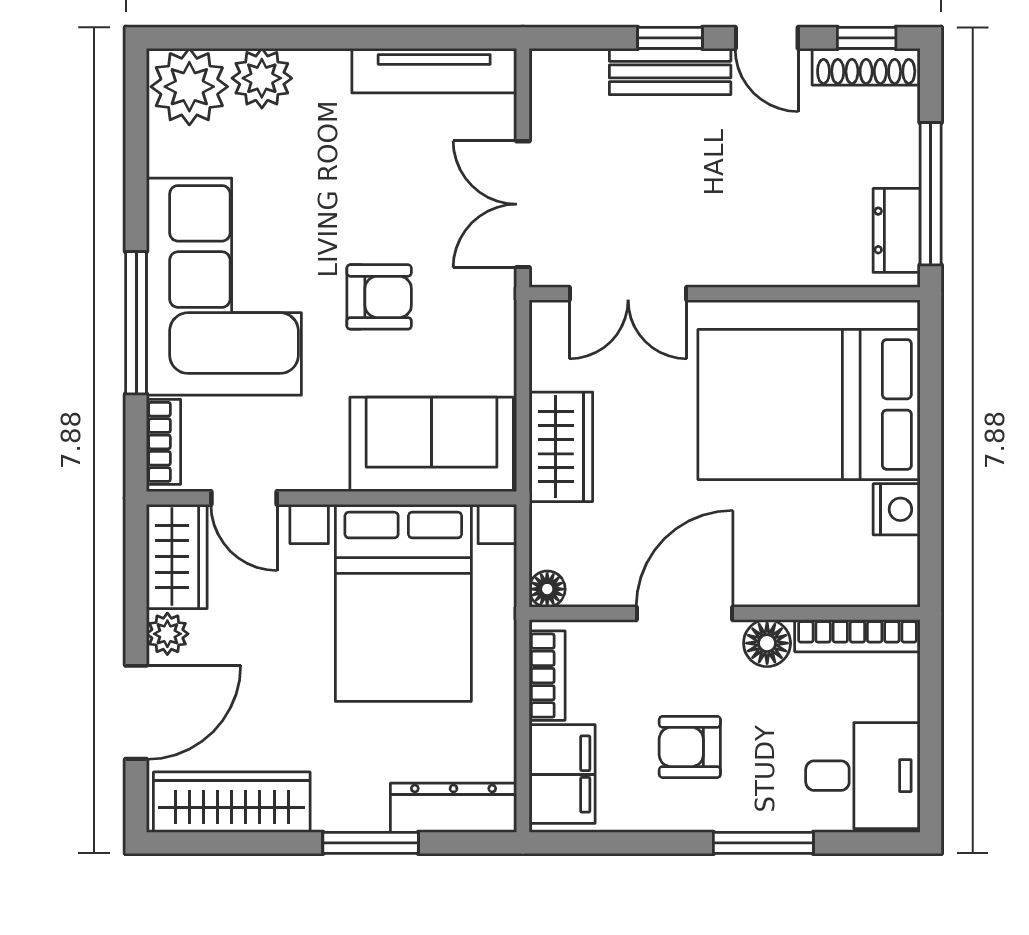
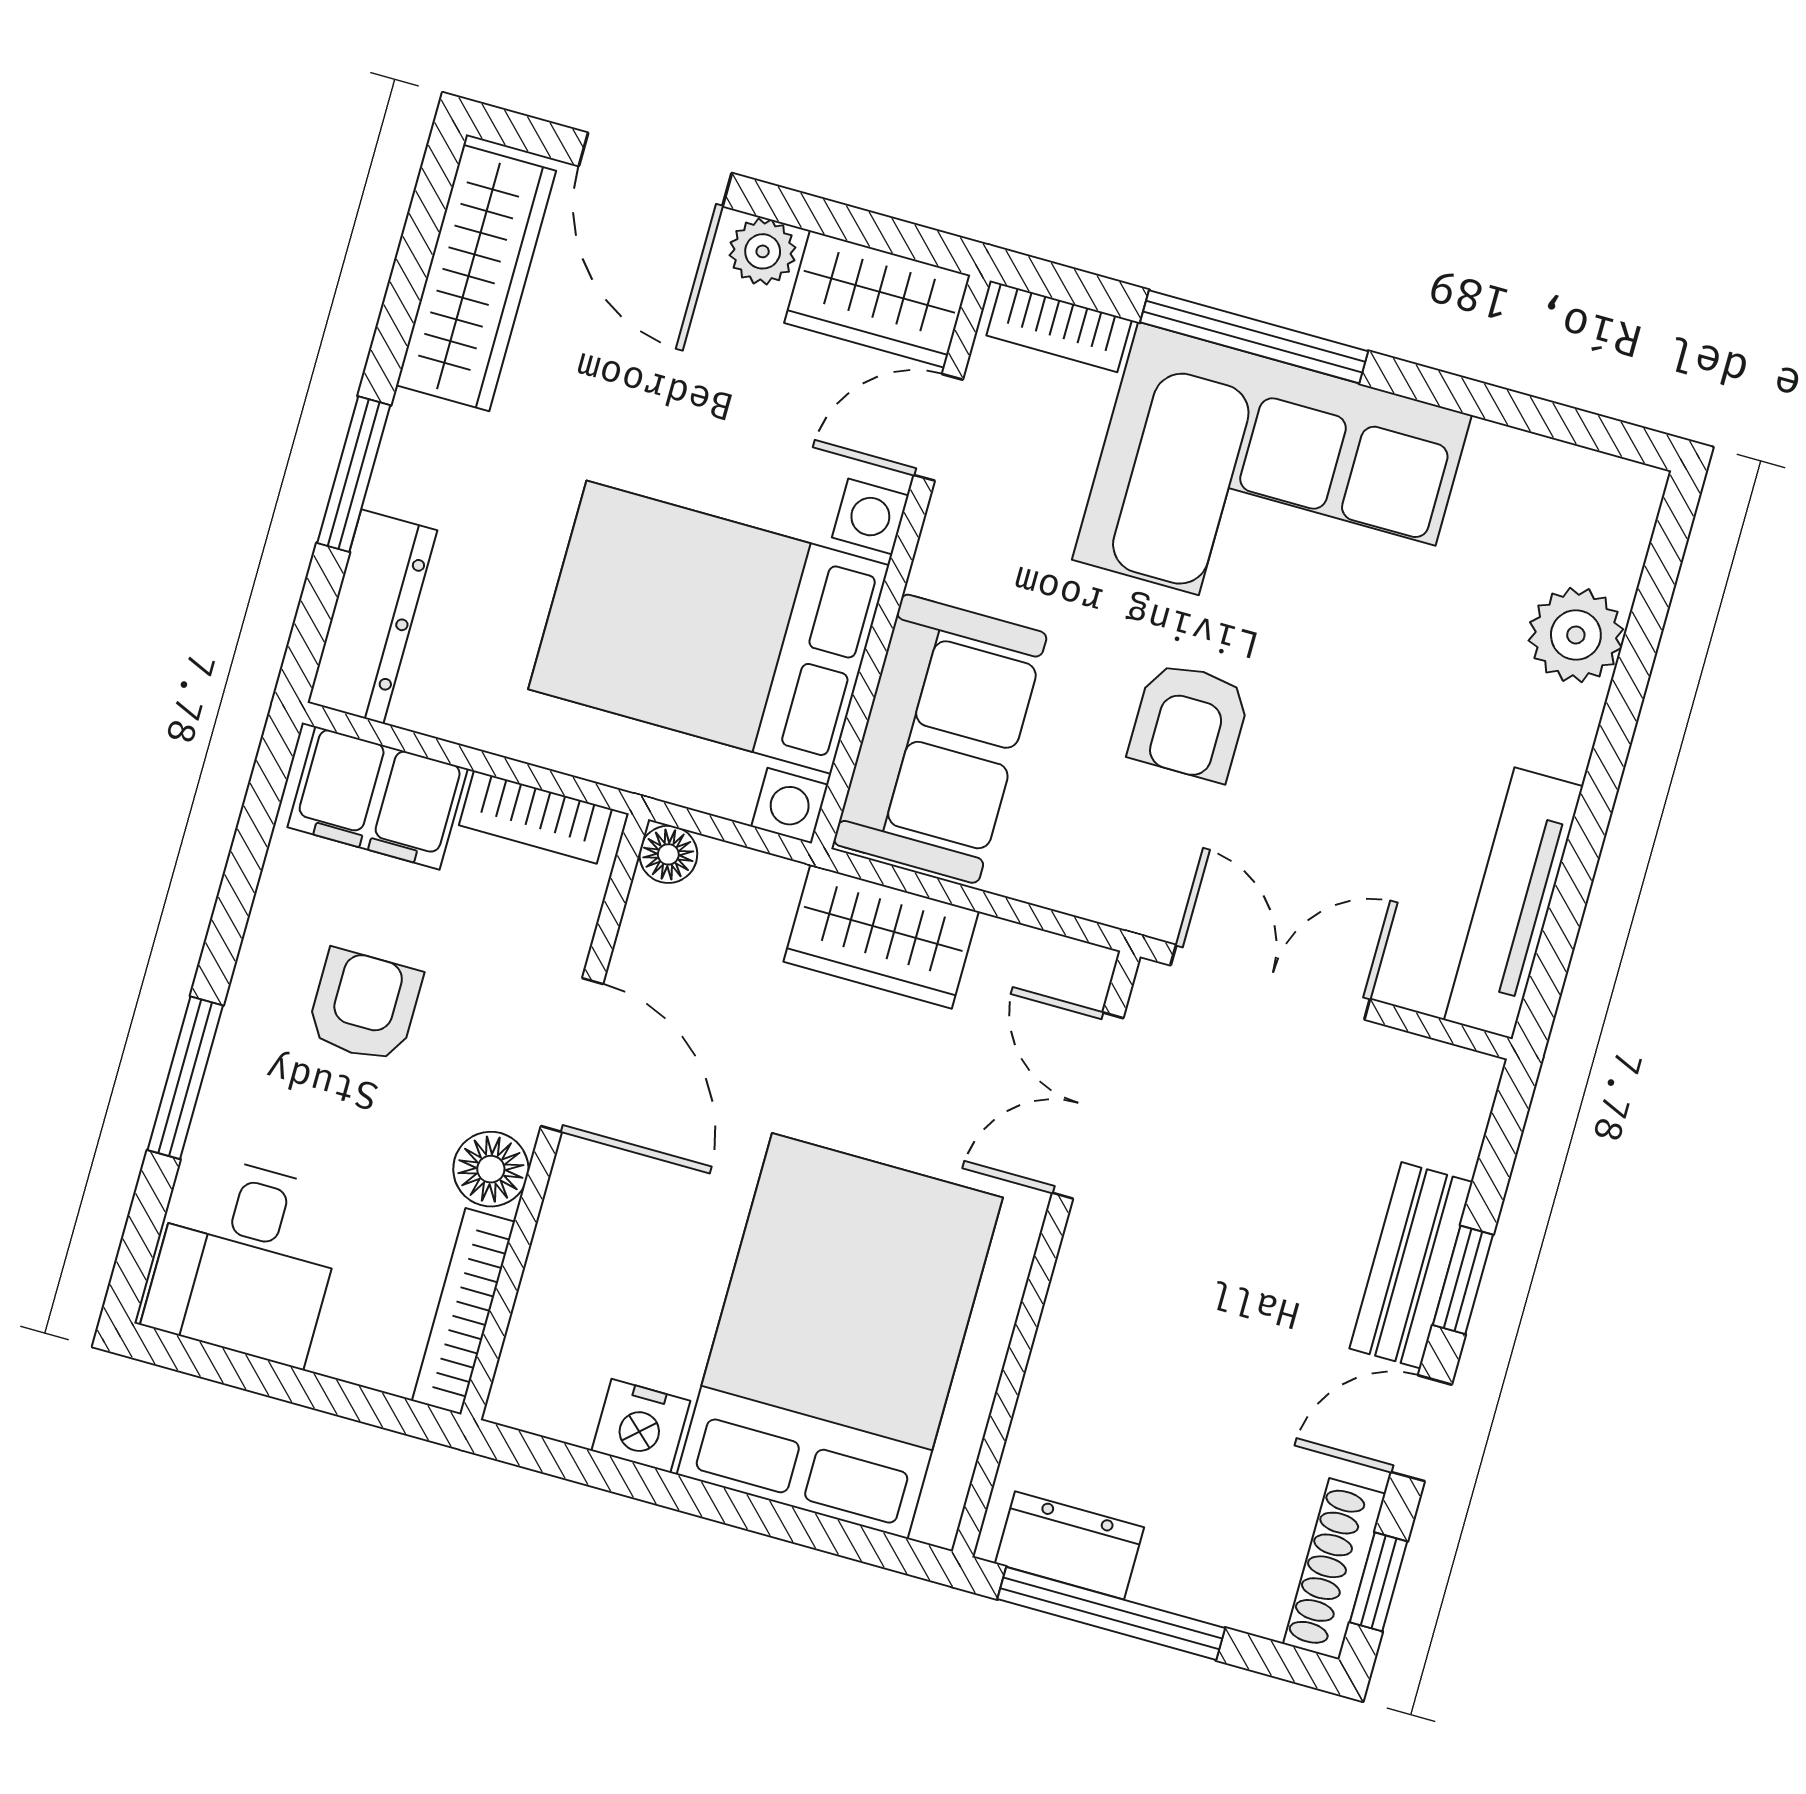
plant: (189, 87) -> (1594, 520), removed

